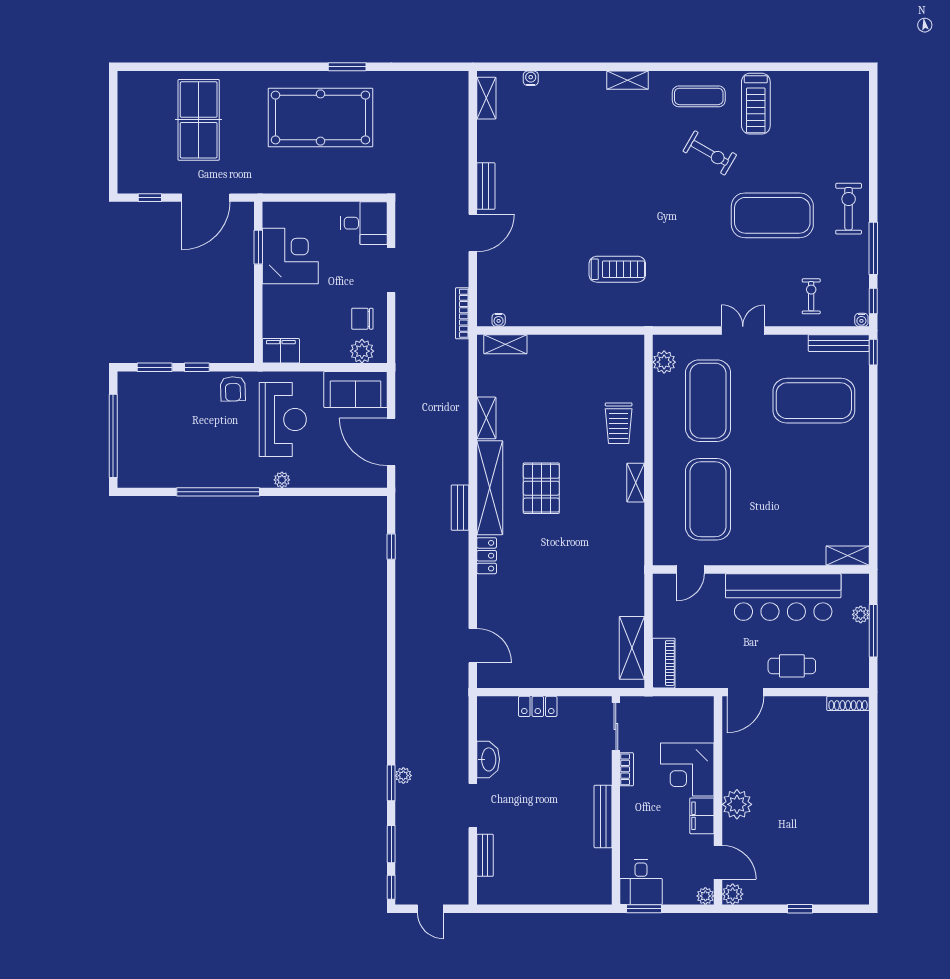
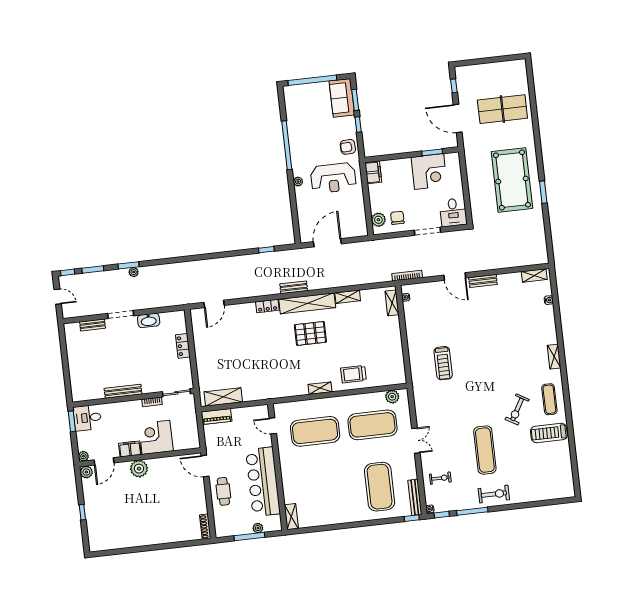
exercise mat: (772, 215) -> (485, 450), width x0.68
sofa: (355, 390) -> (342, 98), moved
door: (430, 909) -> (58, 297), swing flipped

